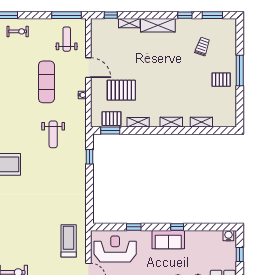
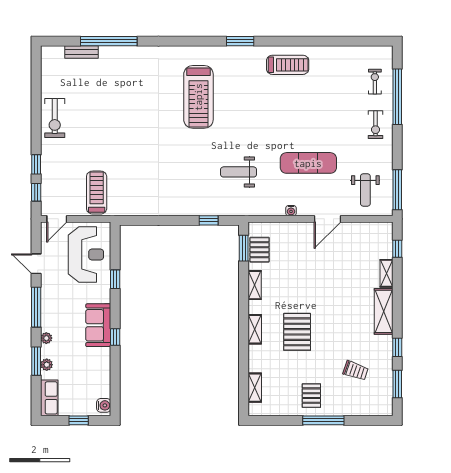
weight bench: (67, 39) -> (365, 190), turned 90
pallet: (121, 90) -> (297, 332), moved
shelving: (201, 122) -> (255, 388), moved
treadmill: (69, 241) -> (97, 193), turned -90

